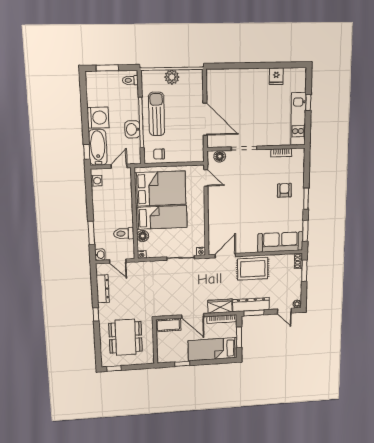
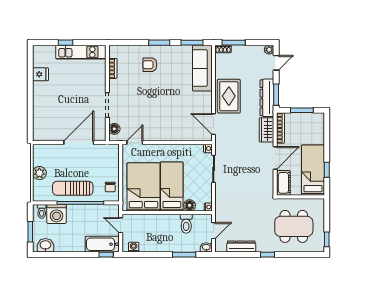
washing machine: (98, 118) -> (57, 214), moved, turned 180
washbasin: (132, 129) -> (45, 245), moved, turned 180
bed: (213, 349) -> (313, 170), moved, turned 180

